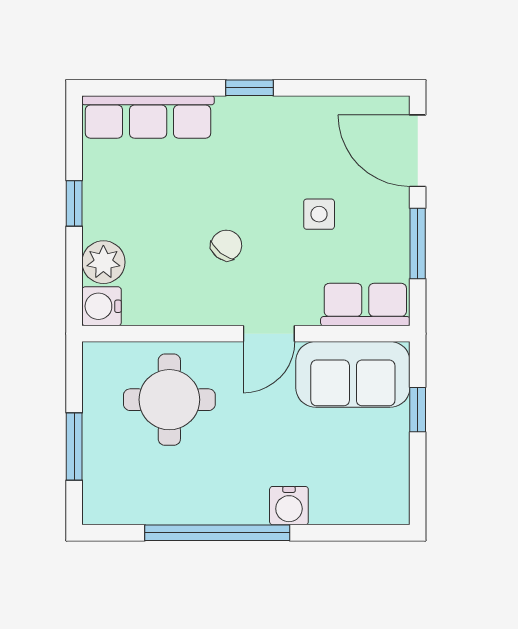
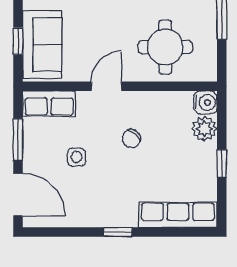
sofa: (353, 374) -> (42, 45), moved, turned 90

